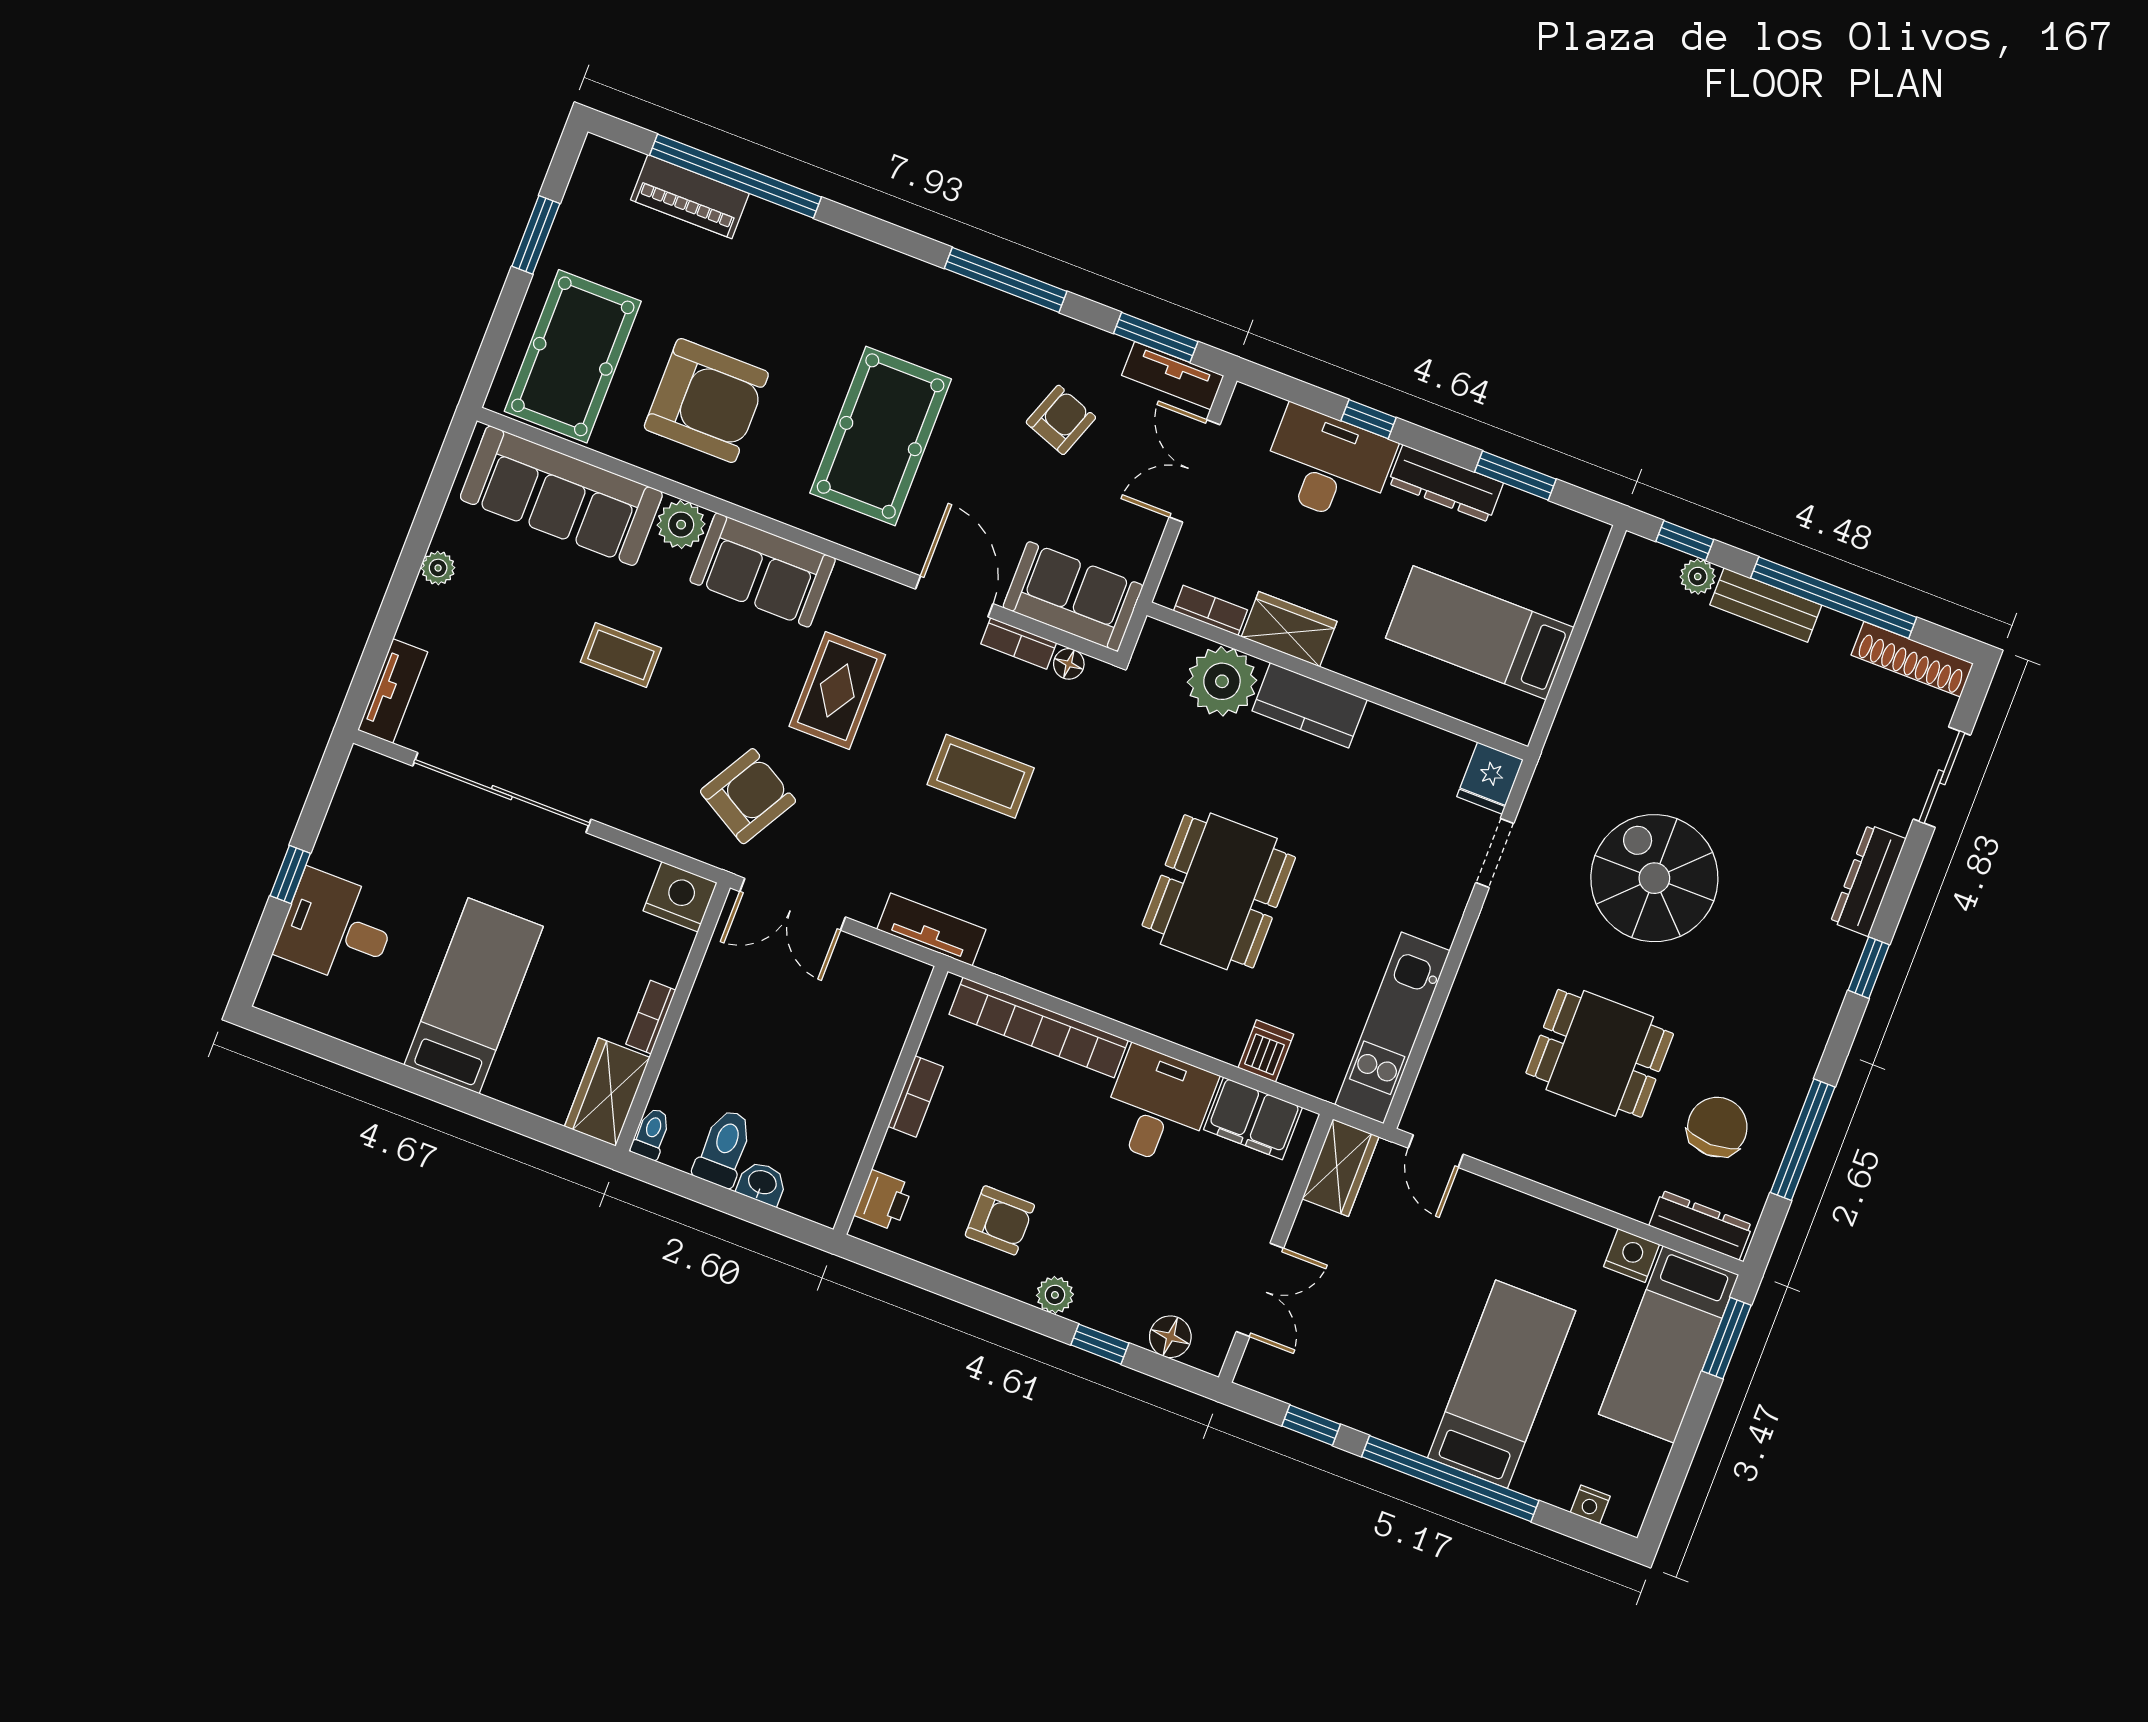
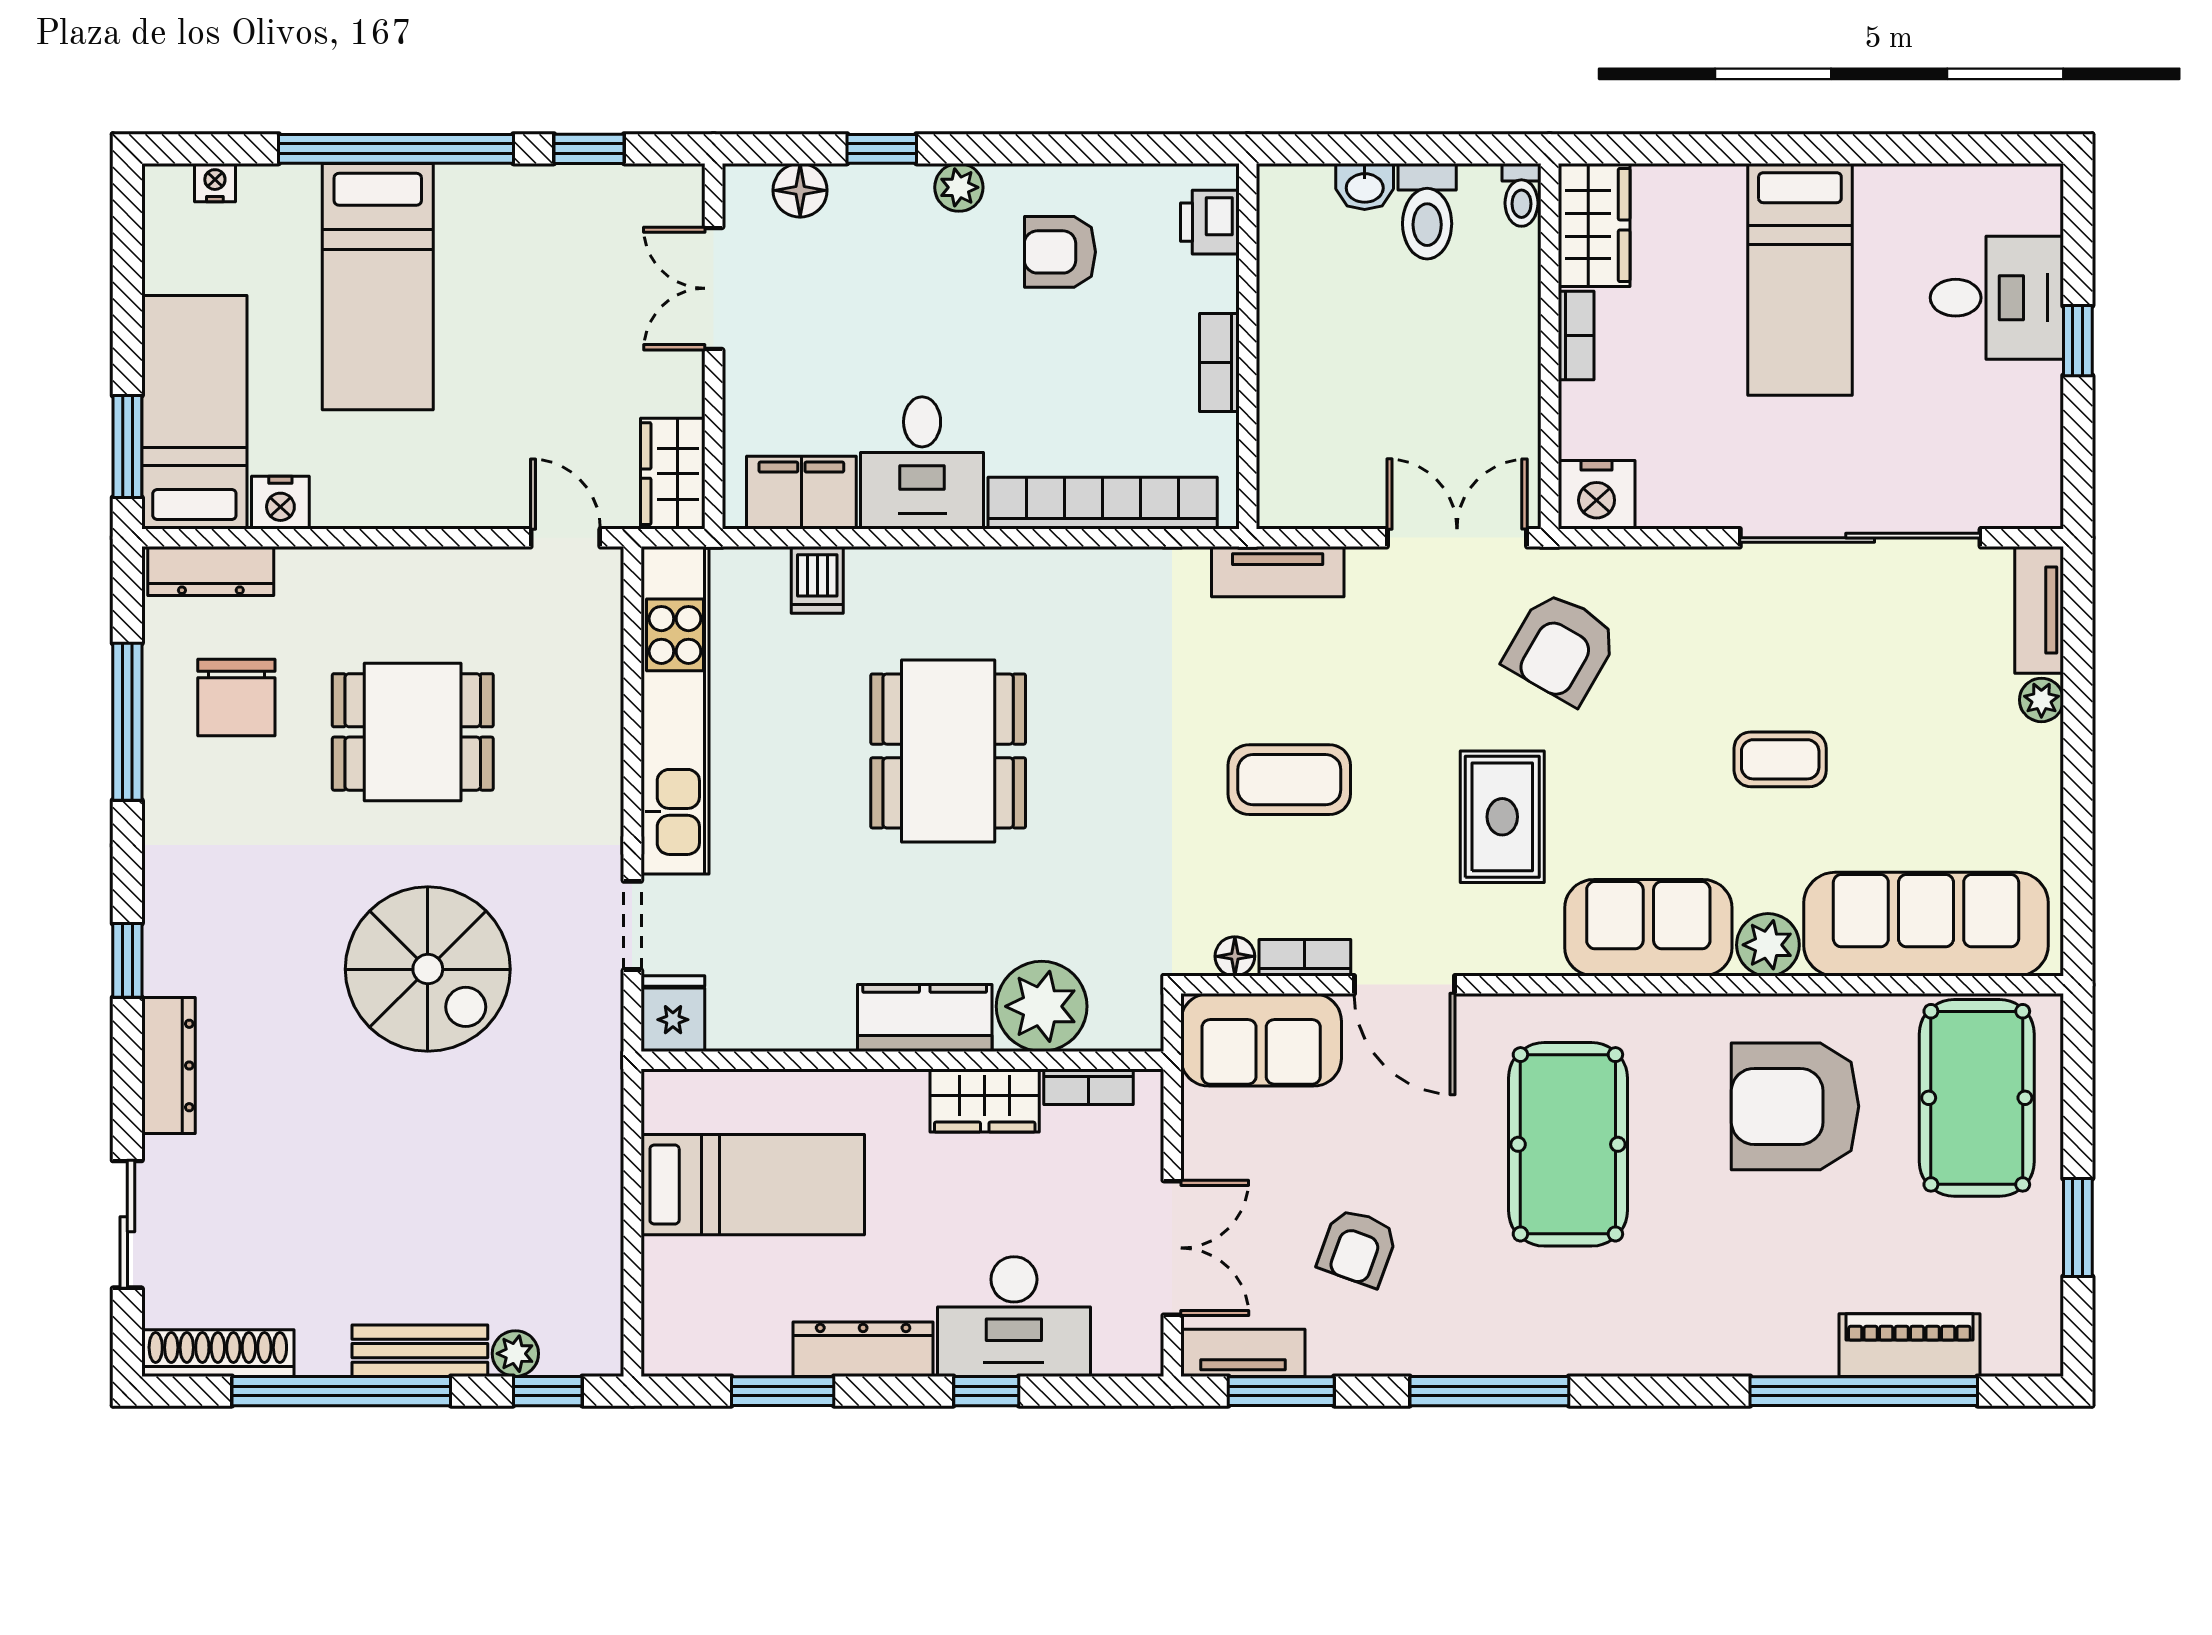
plant: (438, 568) -> (2041, 700), moved
kitchen unit: (1392, 1028) -> (675, 710), width x1.36

